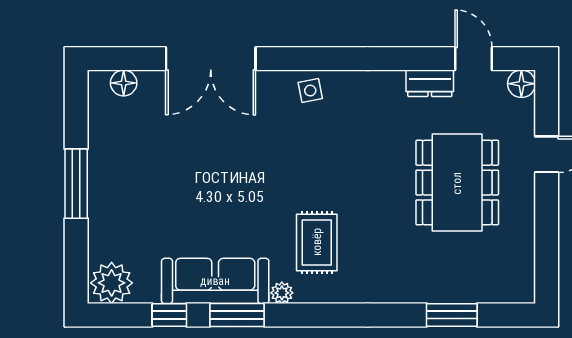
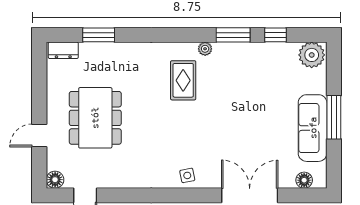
dresser: (430, 83) -> (63, 50), moved, turned 180
sofa: (215, 281) -> (313, 128), moved, turned 90

